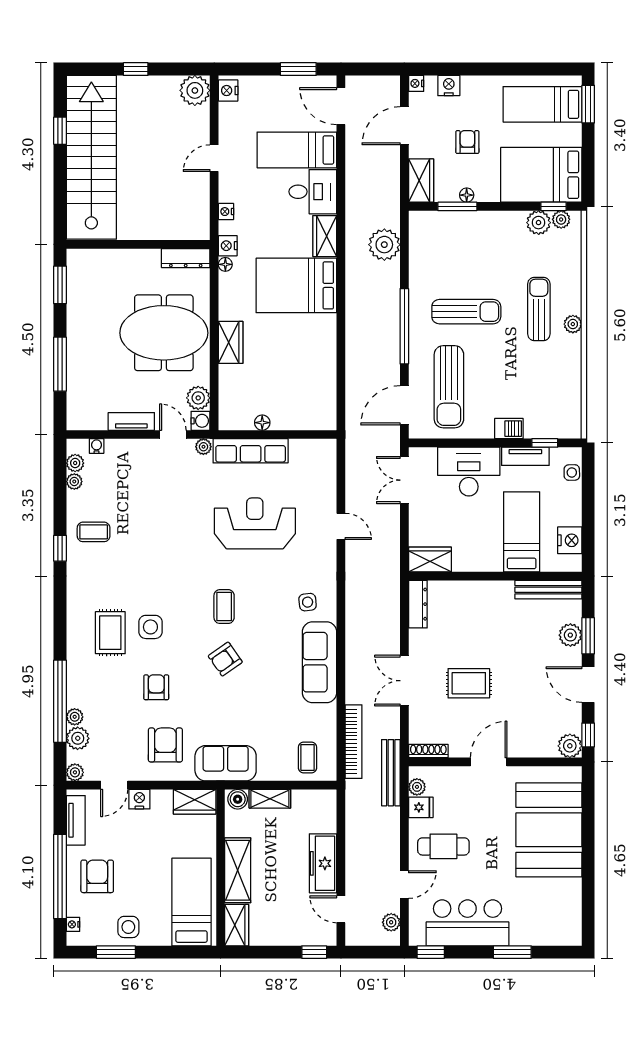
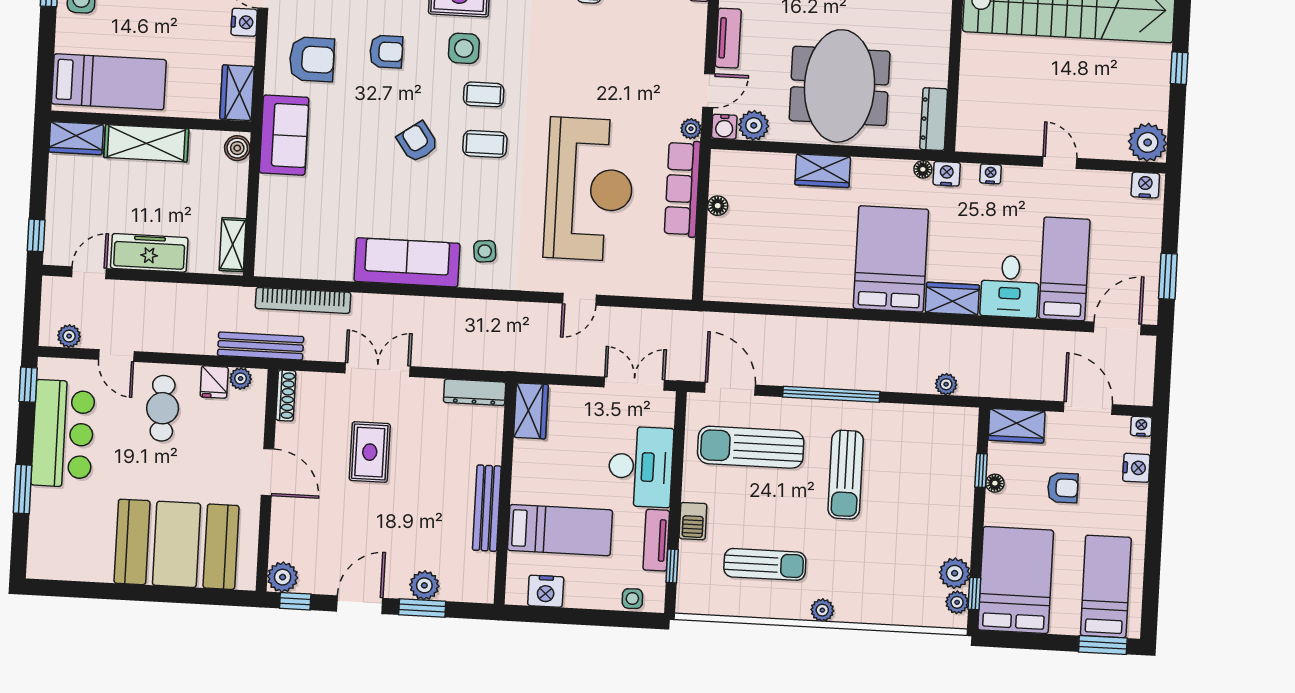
window: (457, 206) -> (981, 471), width x0.67
plant: (384, 245) -> (946, 384), width x0.53, depth x0.53
sun lounger: (539, 309) -> (765, 564), moved
reception desk: (255, 523) -> (589, 189), width x1.36, depth x1.30
bench: (548, 590) -> (487, 508), moved
coffee table: (308, 758) -> (484, 94), moved
shelving: (270, 799) -> (233, 245), moved

